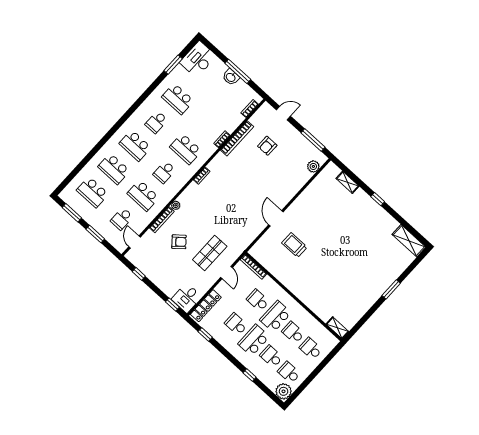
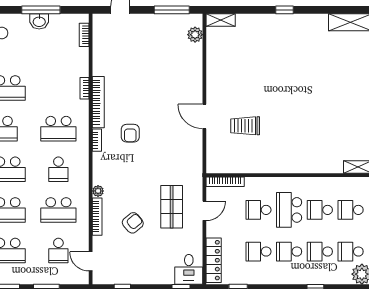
bookcase: (237, 138) -> (98, 102), moved
armchair: (267, 146) -> (130, 133), moved
shelving: (348, 182) -> (221, 20), moved
door: (226, 273) -> (204, 211), hinge flipped
school desk: (254, 340) -> (289, 252), width x0.54

